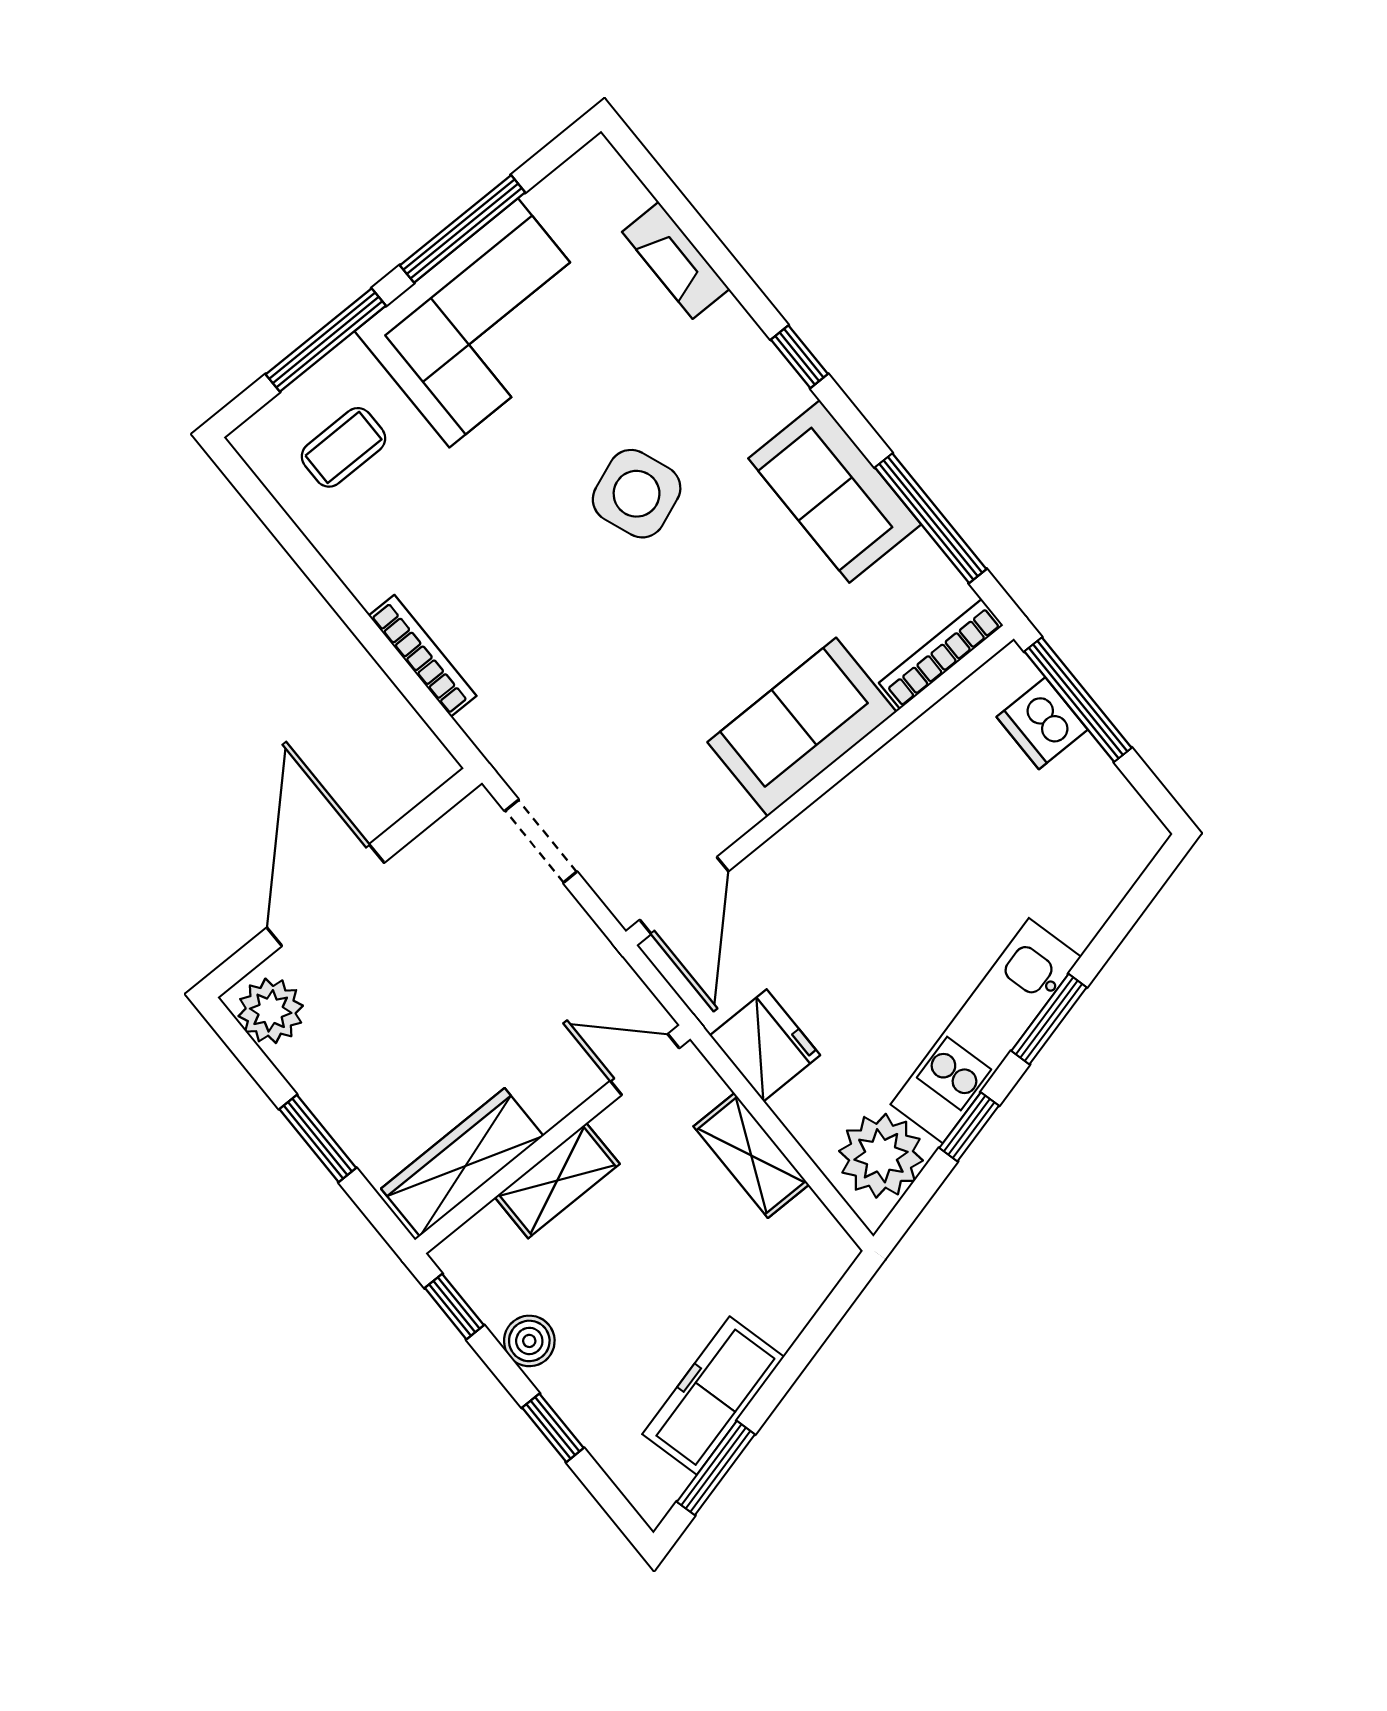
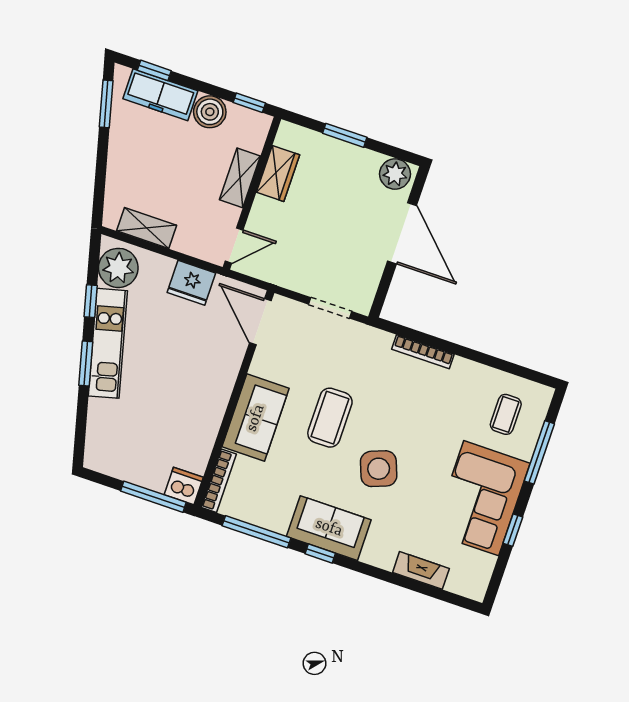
window: (463, 229) -> (513, 530), width x0.46
window: (799, 357) -> (320, 554), moved
sofa: (835, 491) -> (329, 528), moved
coffee table: (667, 642) -> (330, 418), added
dishwasher: (1042, 723) -> (184, 486), moved
shelving: (751, 1155) -> (147, 228), moved
wardrobe: (462, 1162) -> (278, 173), width x0.67
boiler: (529, 1341) -> (210, 112), width x1.36, depth x1.36
freezer: (713, 1396) -> (160, 95), moved, turned 104
window: (553, 1428) -> (154, 70), moved

